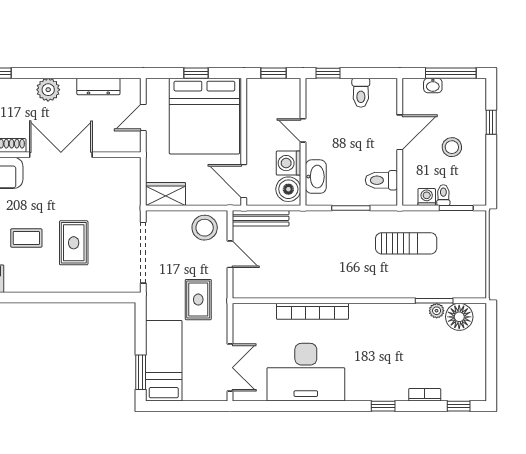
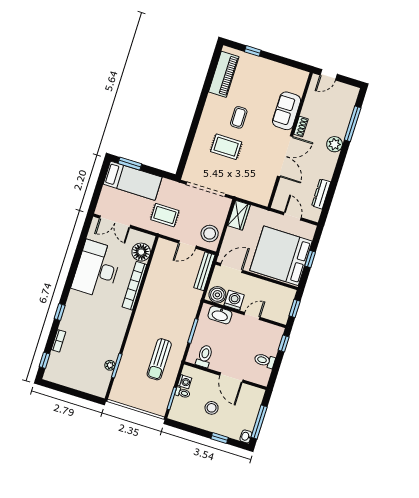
washbasin: (433, 85) -> (246, 436), moved
plant: (48, 90) -> (335, 144), moved
floor lamp: (459, 317) -> (141, 252), moved

